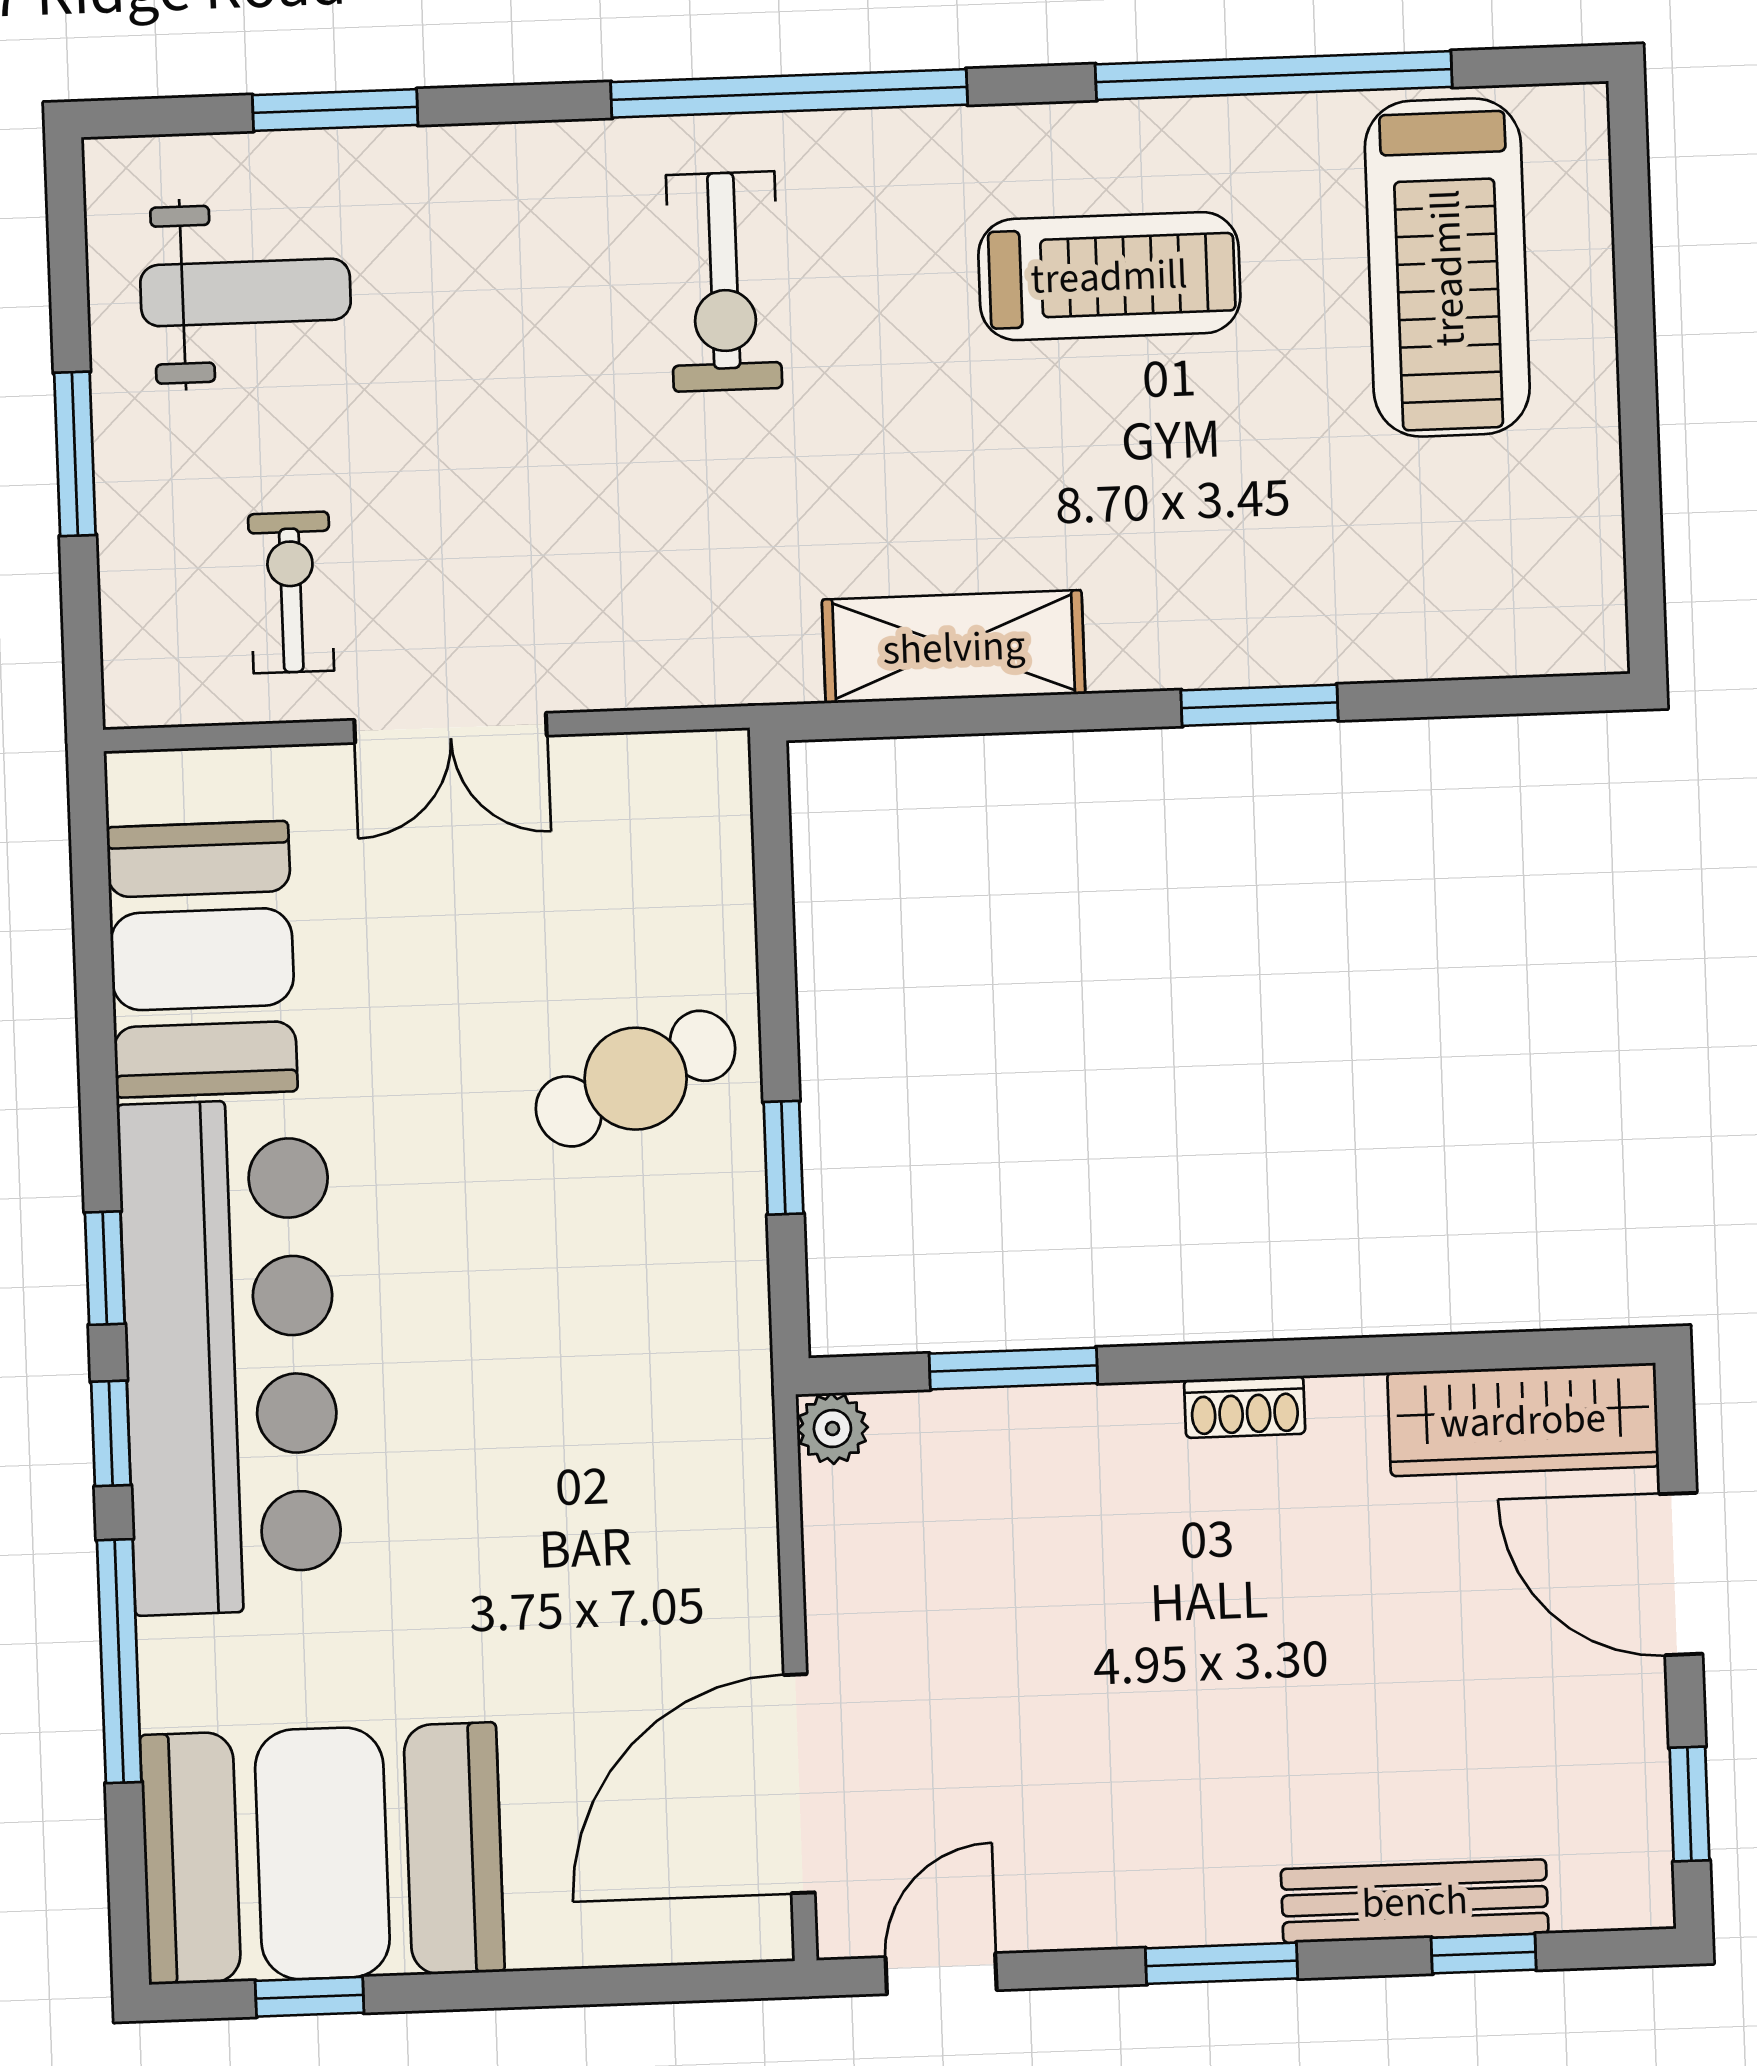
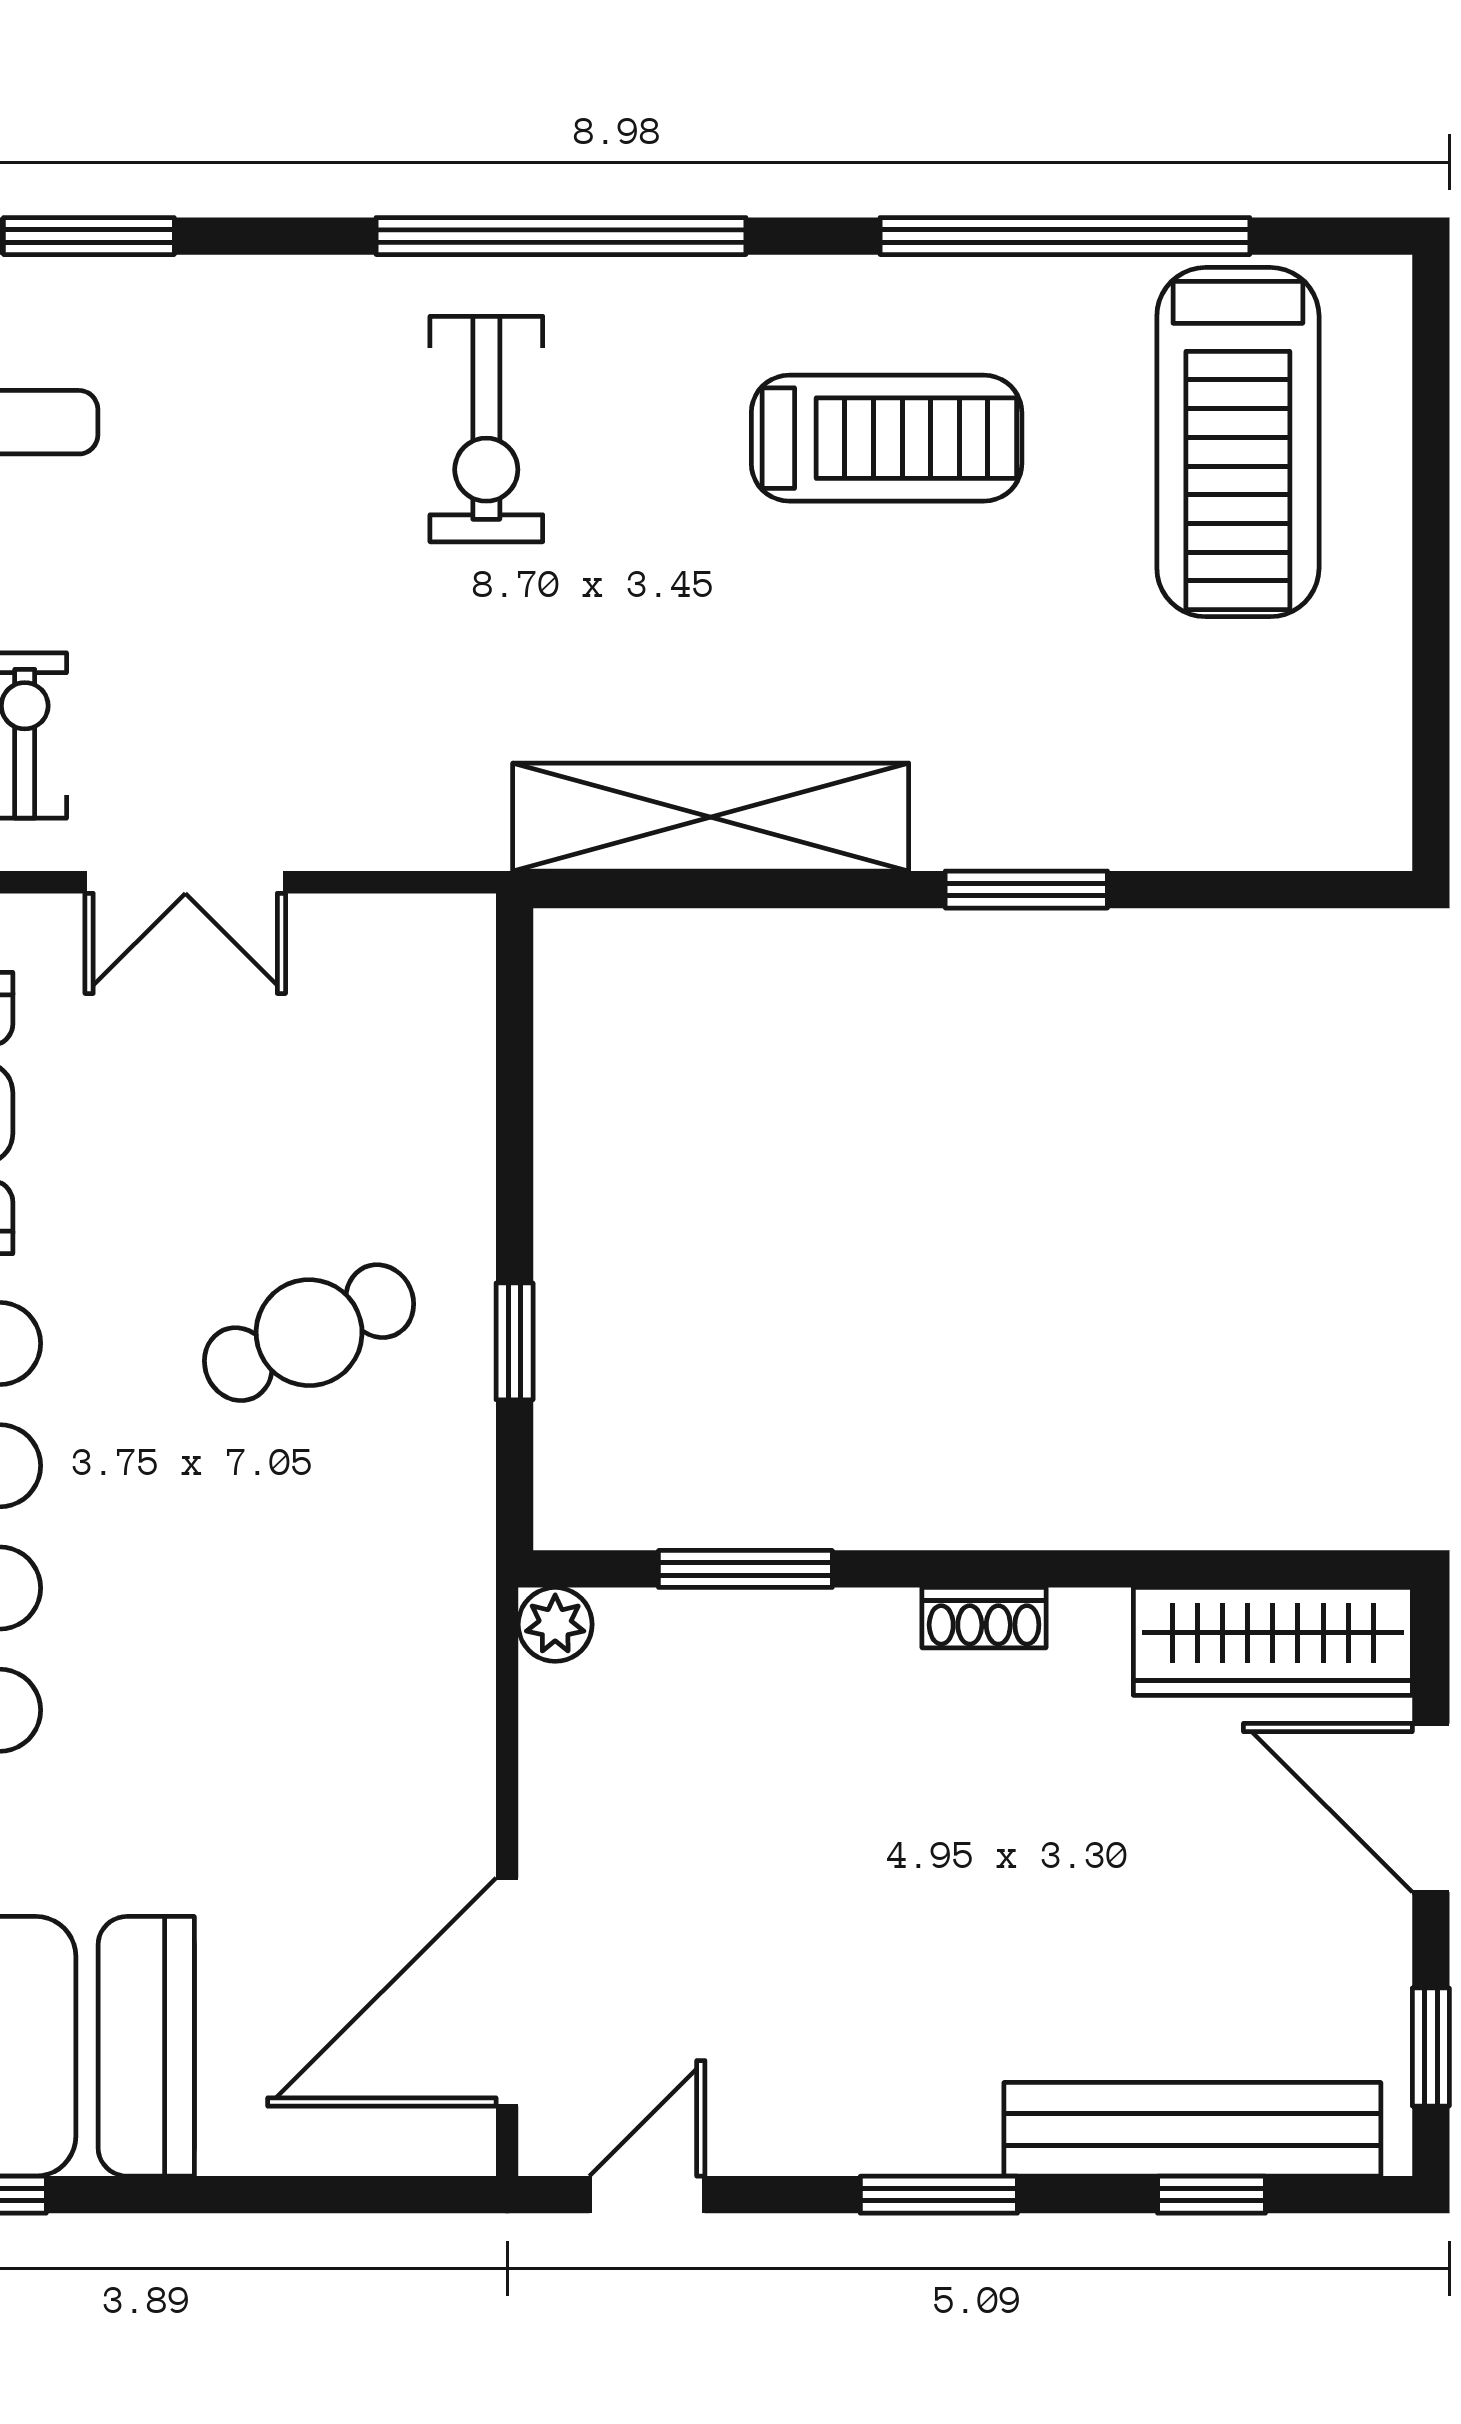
shelving: (954, 647) -> (711, 817), width x1.47
cafe table: (636, 1079) -> (309, 1333), moved
bench: (1415, 1901) -> (1192, 2129), width x1.37, depth x1.21

